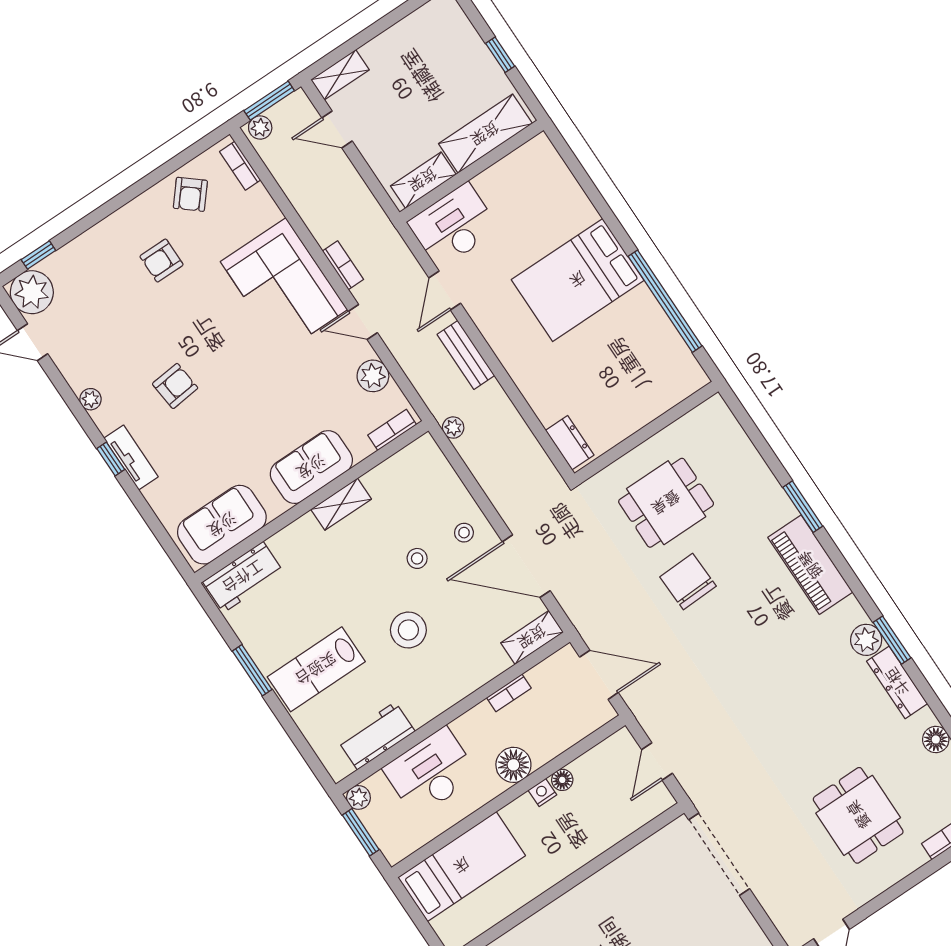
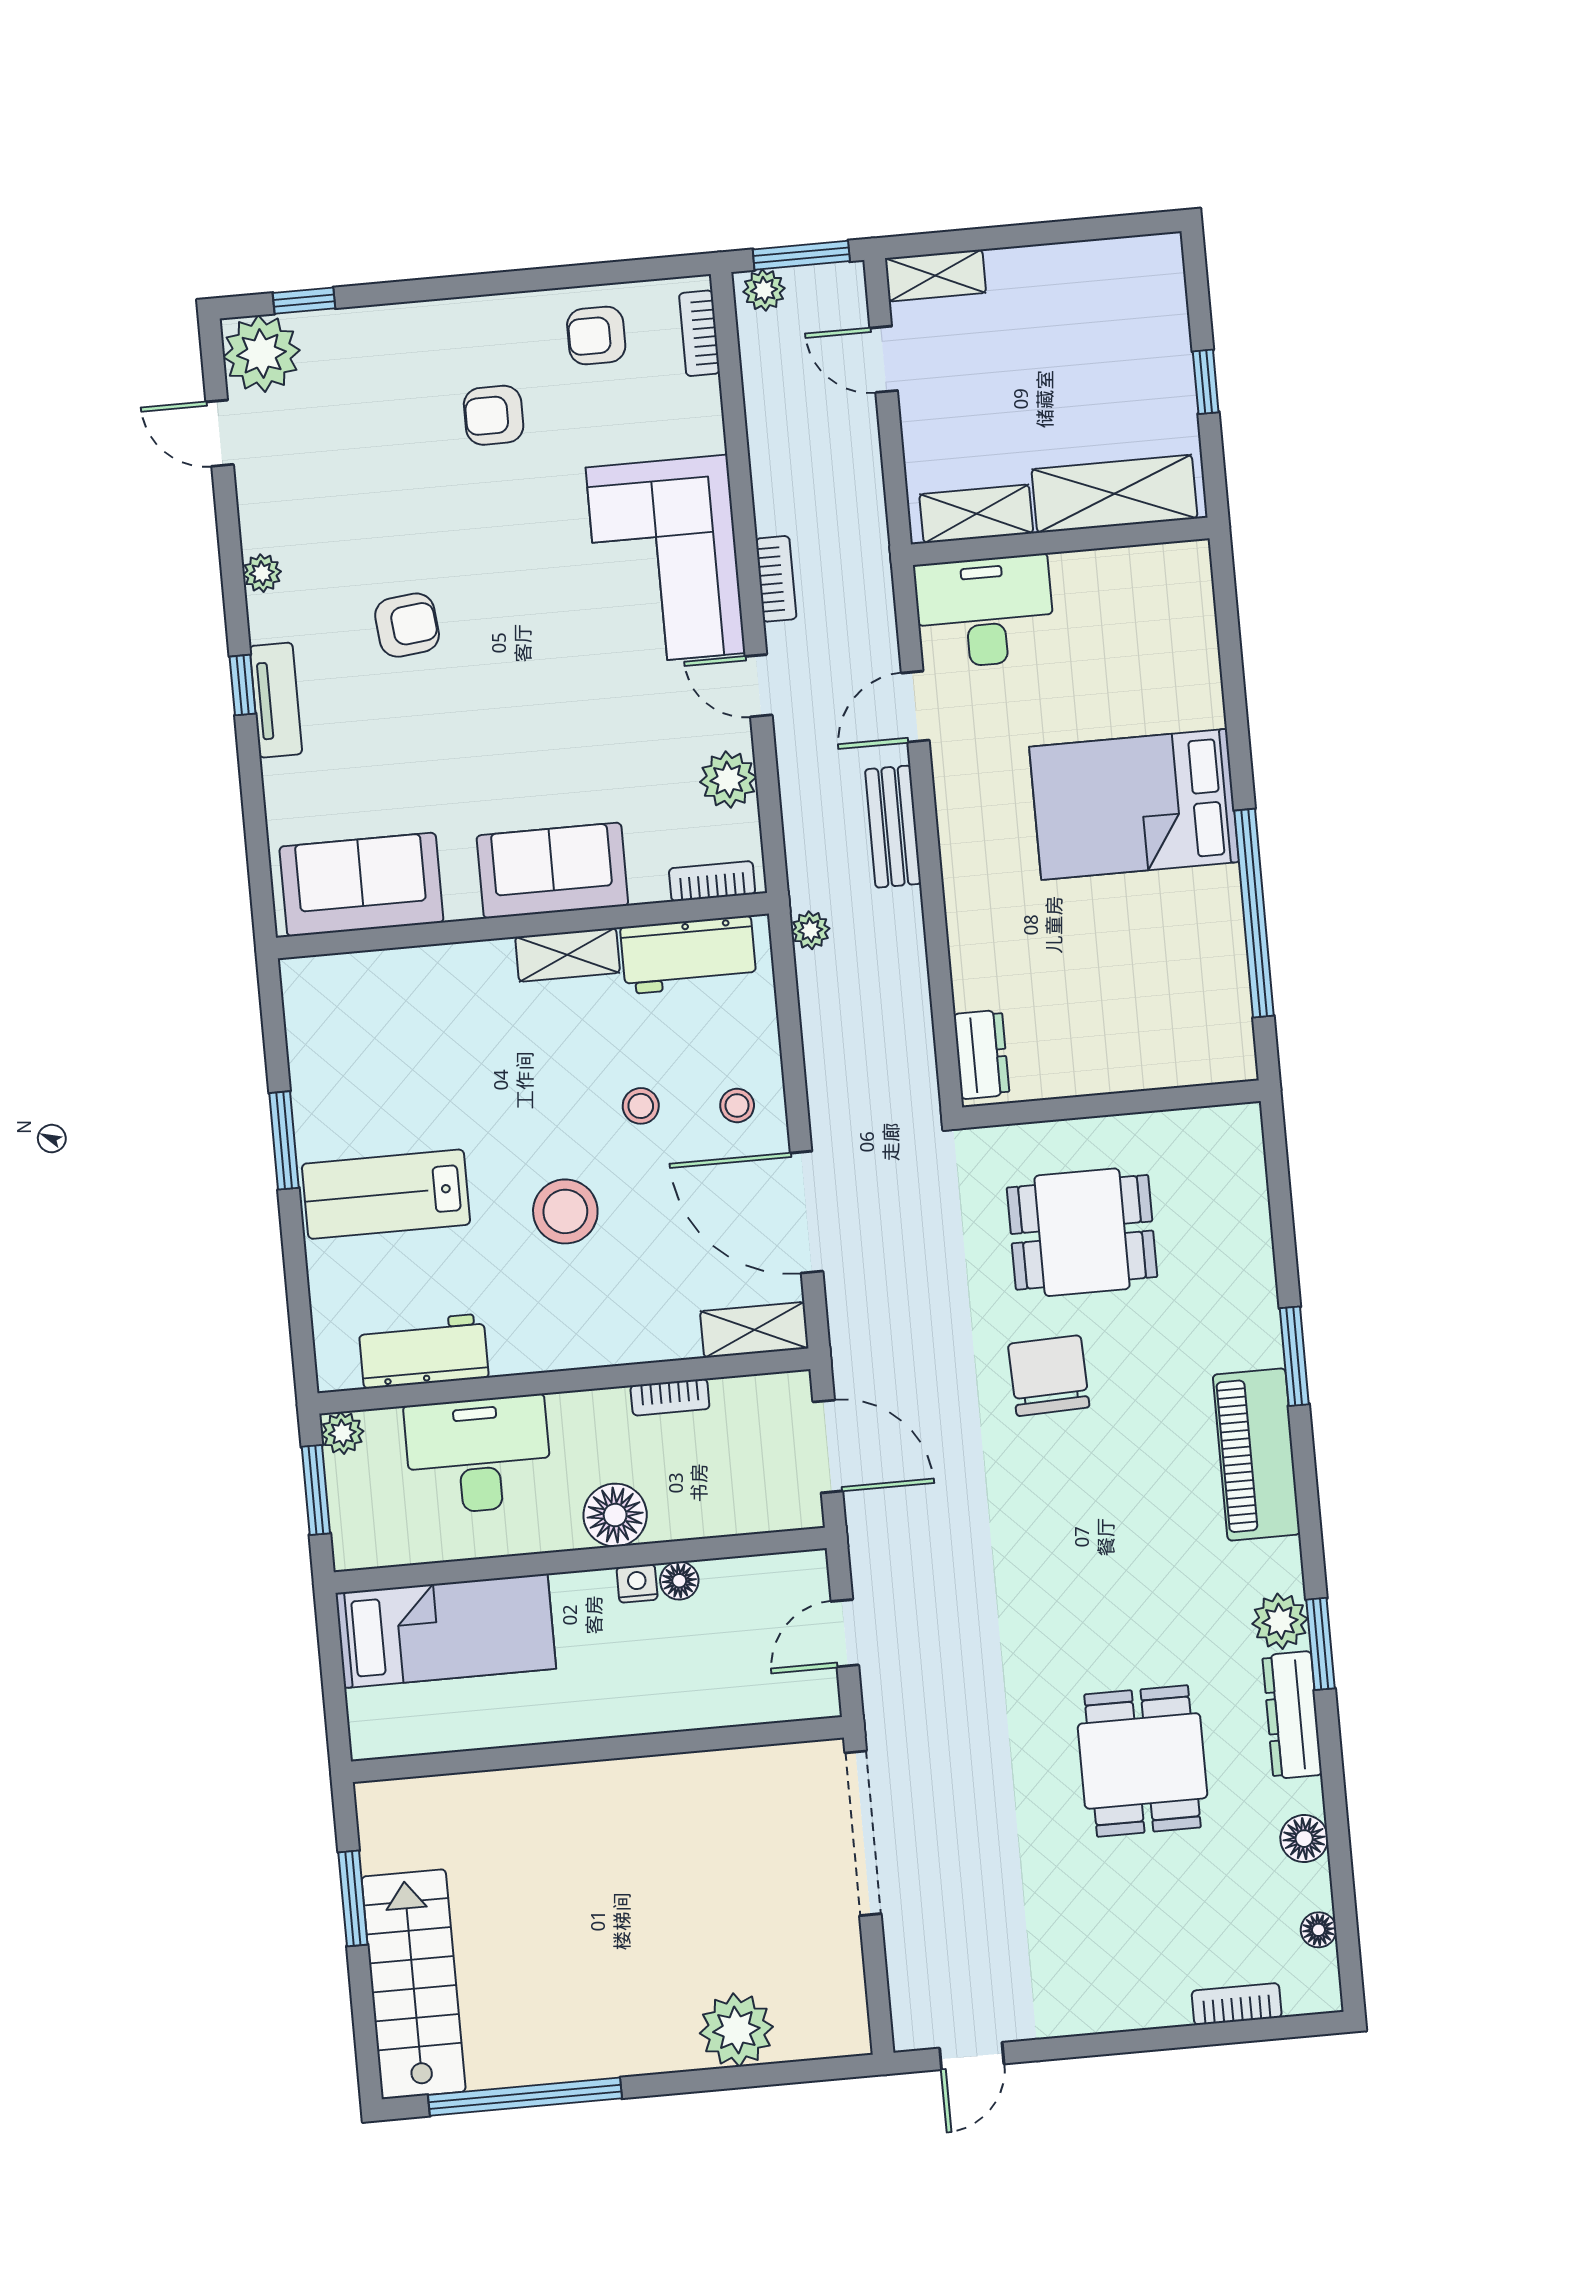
armchair: (190, 194) -> (596, 336), turned 50
workbench: (243, 577) -> (688, 955), moved
dining table: (858, 815) -> (1143, 1761), moved

